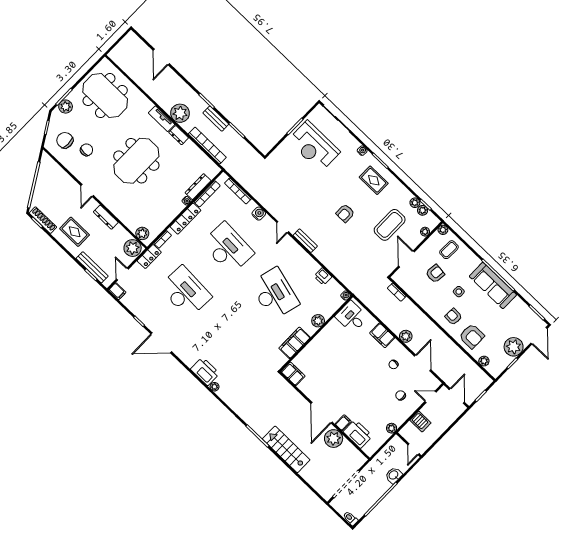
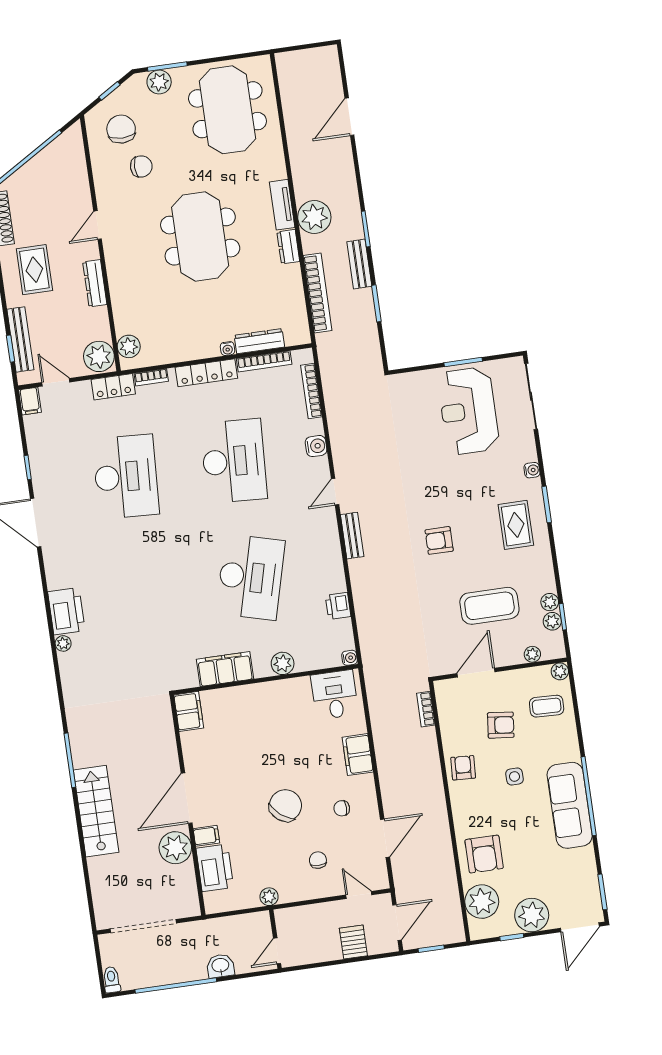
meeting table: (136, 161) -> (200, 237), turned 90
door: (122, 274) -> (56, 382), hinge flipped
armchair: (453, 317) -> (463, 768), moved
plant: (406, 336) -> (390, 782), removed
plant: (484, 361) -> (482, 902), width x1.88, depth x1.88
chair: (368, 382) -> (285, 806), added
server rack: (420, 422) -> (353, 942), moved, turned 180

